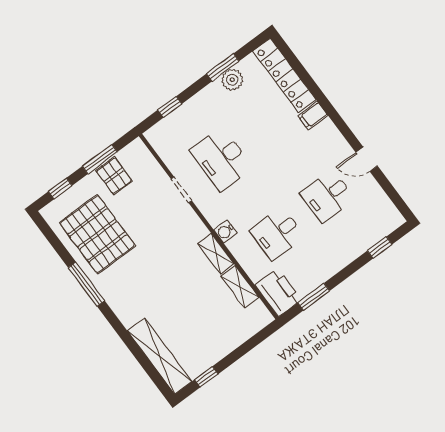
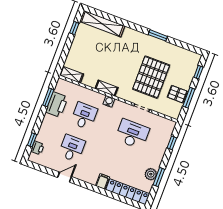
printer: (379, 230) -> (37, 148), added
pallet: (97, 234) -> (151, 77), moved, turned 90
window: (86, 284) -> (158, 35), width x0.69
shelving: (240, 287) -> (71, 75), moved
printer: (278, 292) -> (57, 105), moved, turned -90

